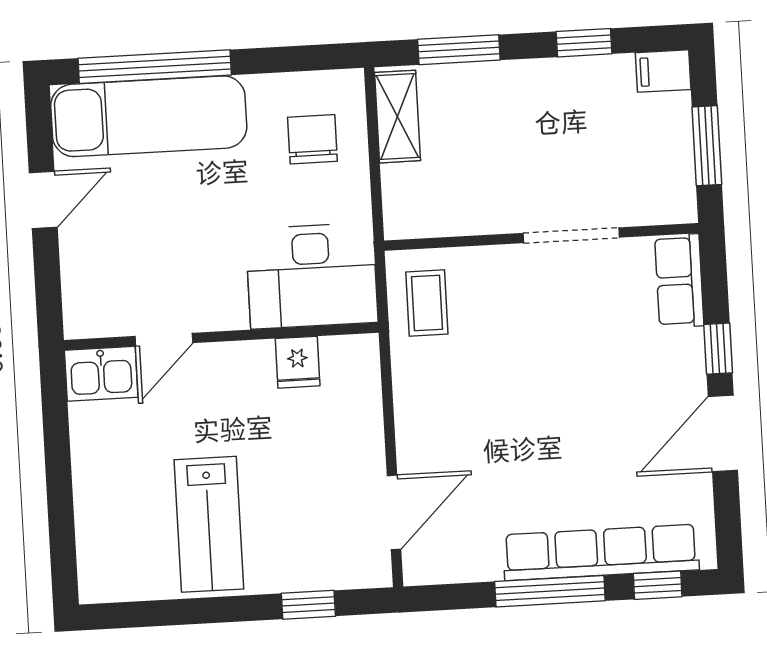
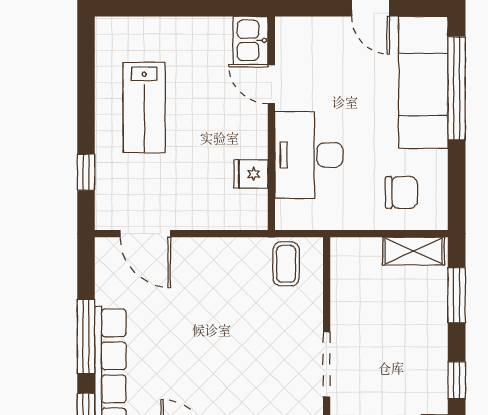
desk: (312, 276) -> (309, 155), moved
coffee table: (427, 303) -> (286, 264), turned 90
lab bench: (209, 524) -> (144, 108), turned -90

